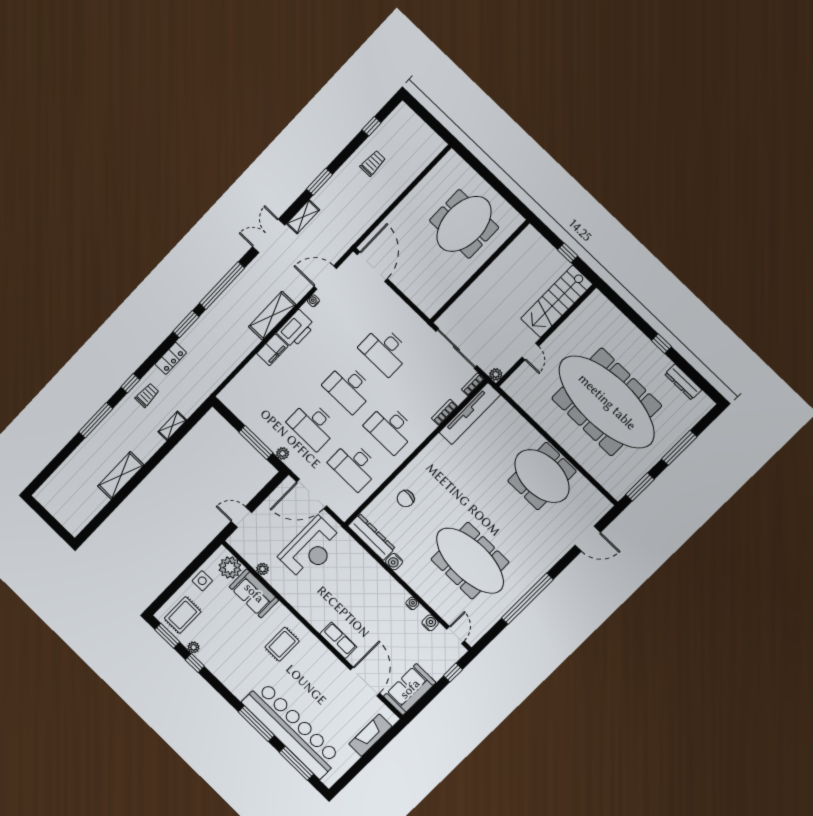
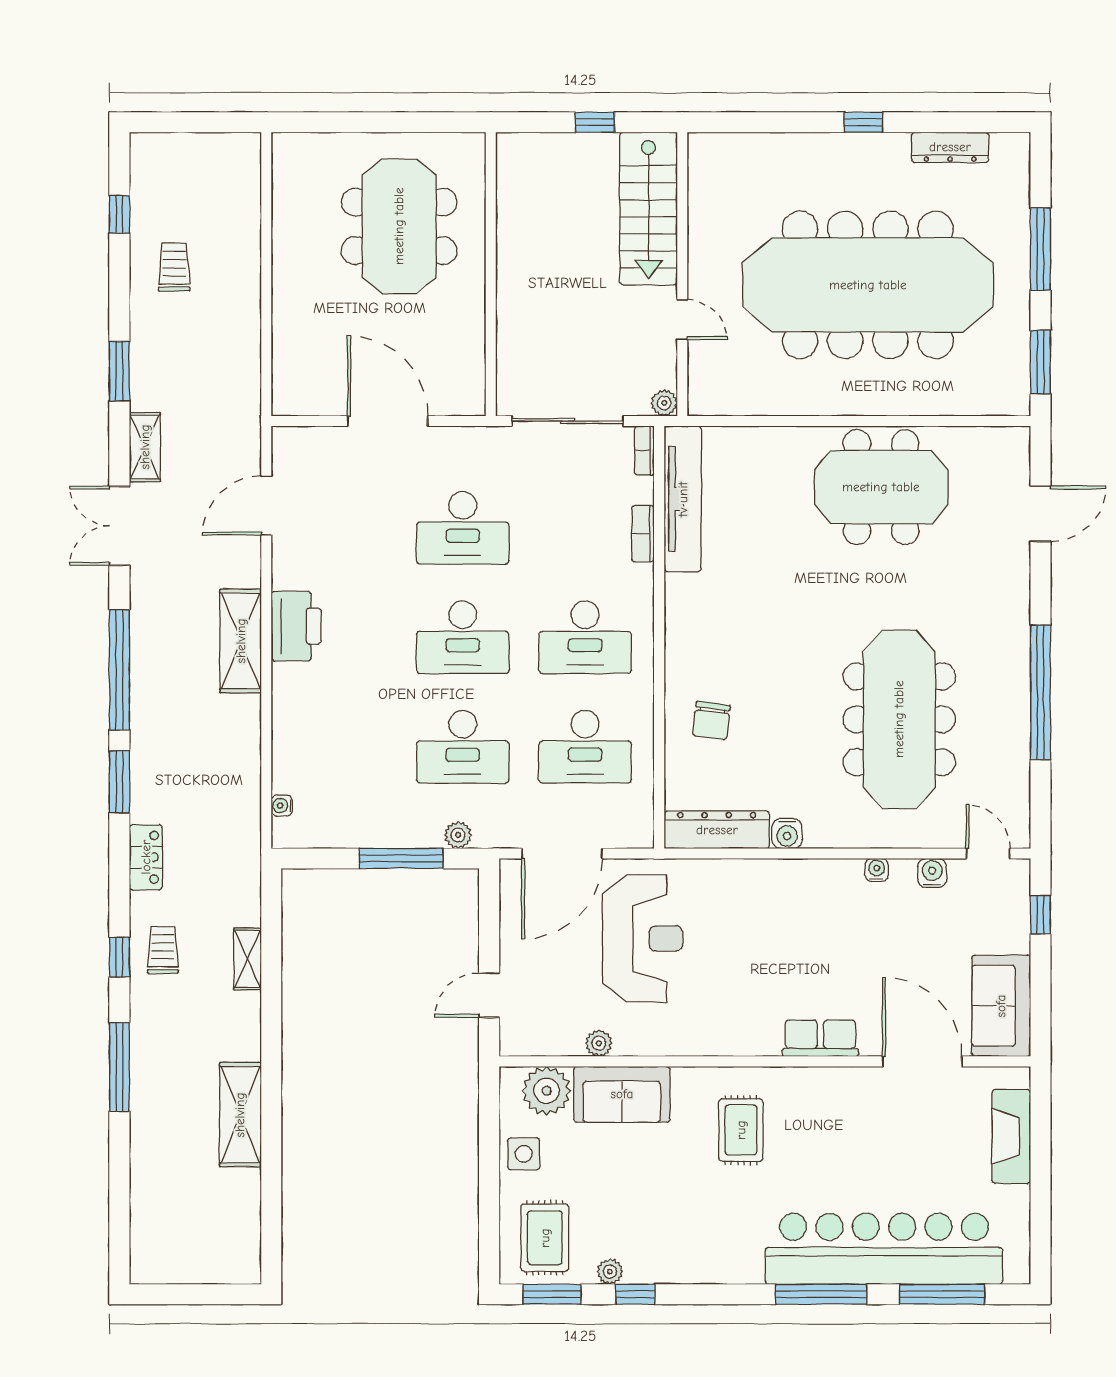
door: (372, 267) -> (388, 421), moved
water cooler: (313, 301) -> (282, 806), moved
filing cabinet: (272, 350) -> (291, 692), removed
meeting table: (470, 561) -> (899, 719), turned 90

